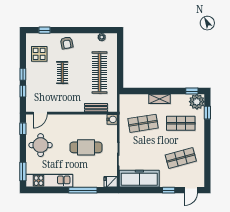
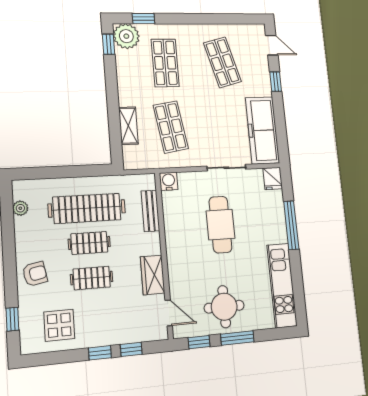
clothes rail: (81, 73) -> (89, 243), added
shelving: (160, 99) -> (128, 126), moved
wardrobe: (61, 106) -> (153, 275), added
window: (23, 172) -> (237, 338), moved

